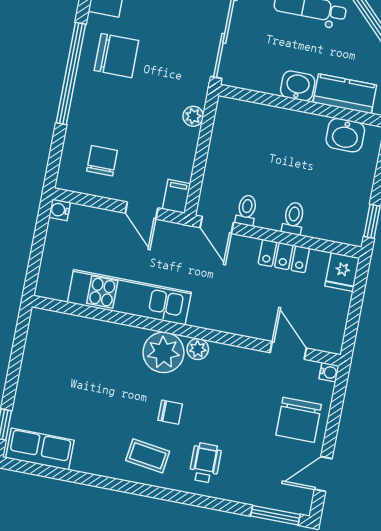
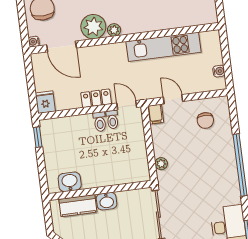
chair: (116, 56) -> (217, 184), removed
water cooler: (59, 210) -> (219, 71), moved
toilet: (293, 218) -> (100, 122), moved
locker: (284, 256) -> (96, 98), moved
door: (288, 350) -> (62, 46), width x1.38
plant: (163, 352) -> (93, 27), moved

